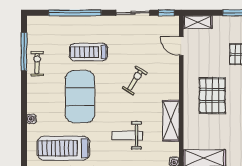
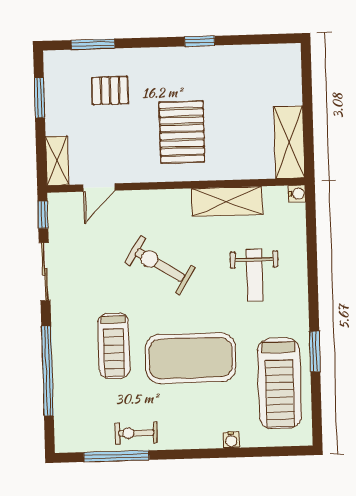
exercise bike: (135, 80) -> (160, 265), width x1.38, depth x1.39
pallet: (212, 95) -> (182, 132), turned 90

